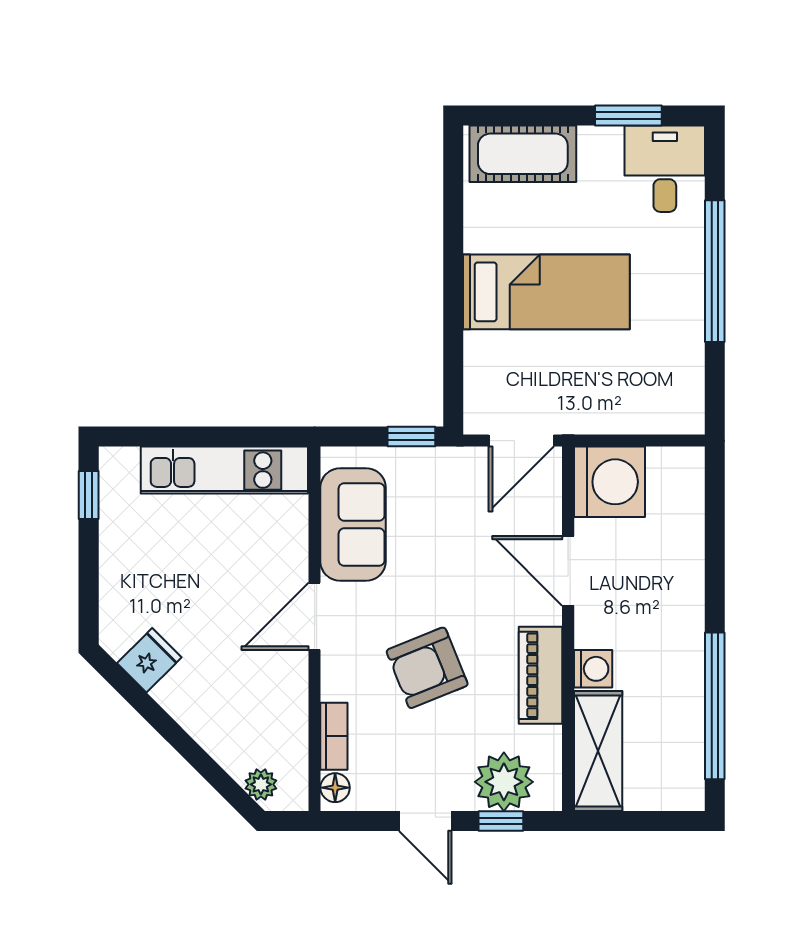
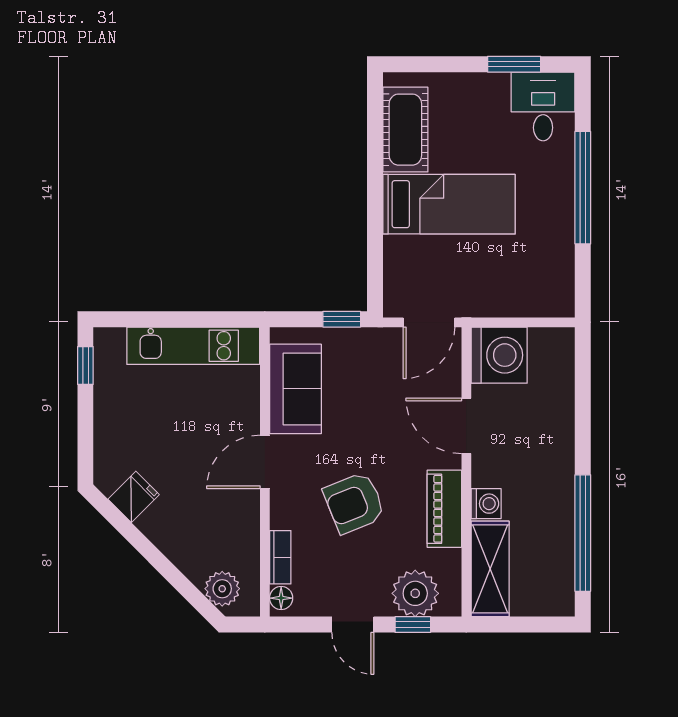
cot: (523, 154) -> (405, 130), moved, turned 90
plant: (261, 784) -> (222, 589), width x1.38, depth x1.38

